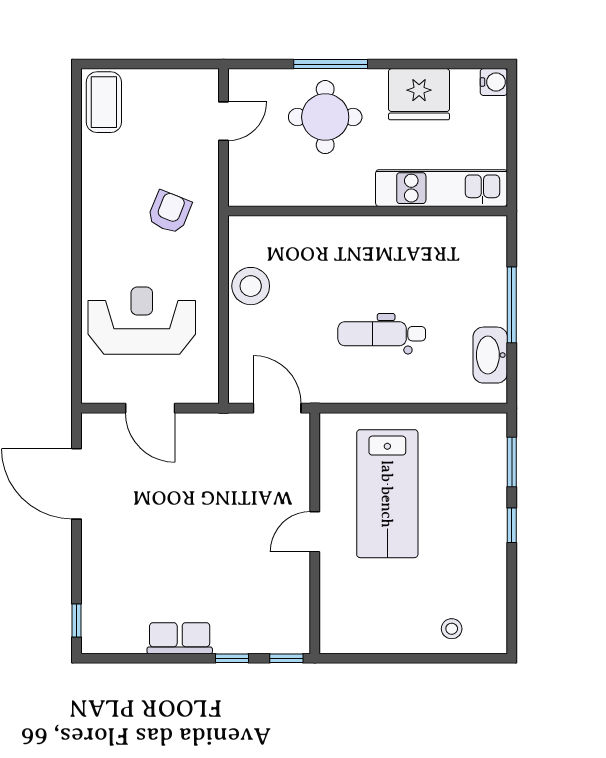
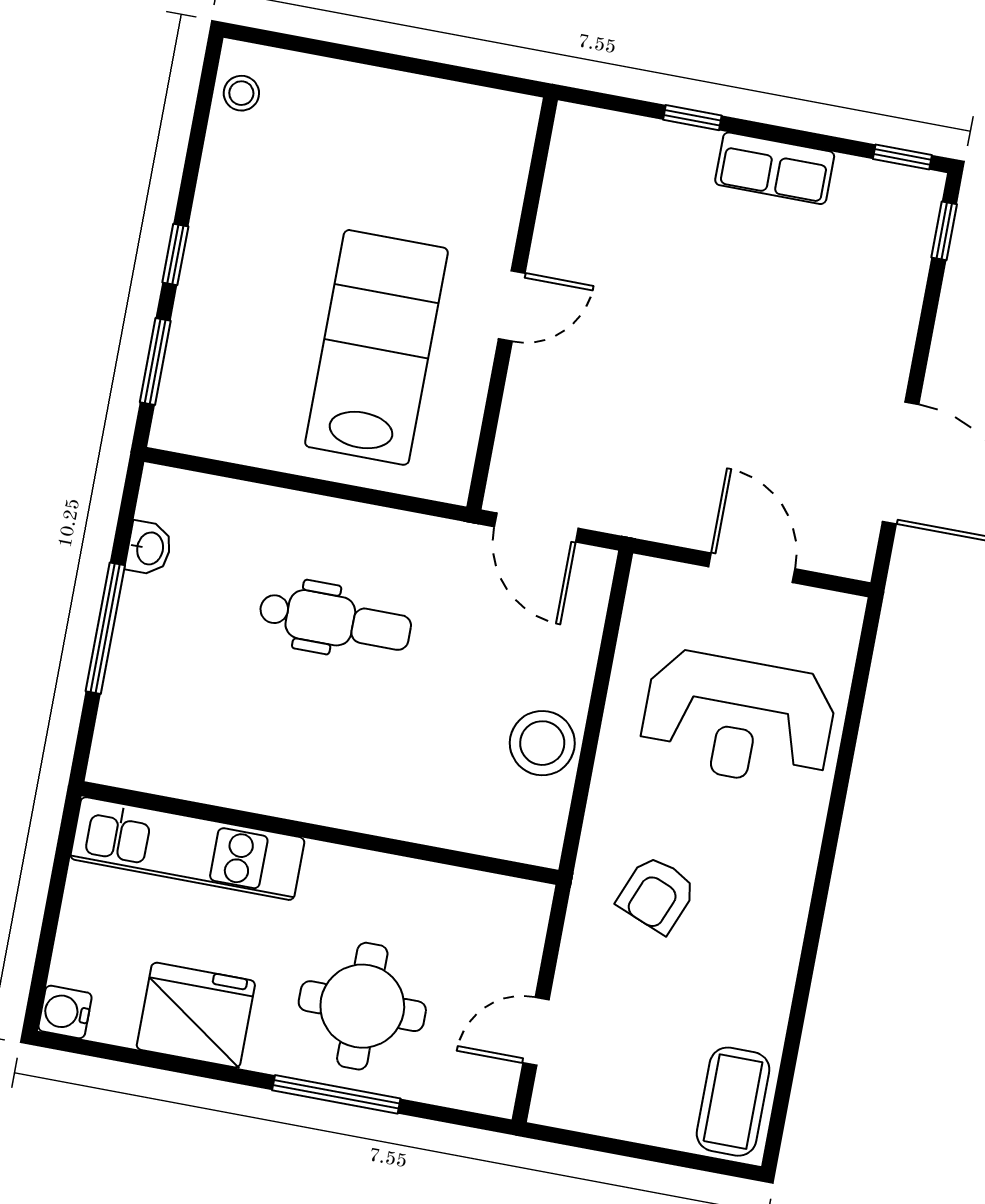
washbasin: (490, 355) -> (149, 548), width x0.52, depth x0.69
stool: (452, 629) -> (241, 93), moved
window: (286, 658) -> (902, 157), moved

